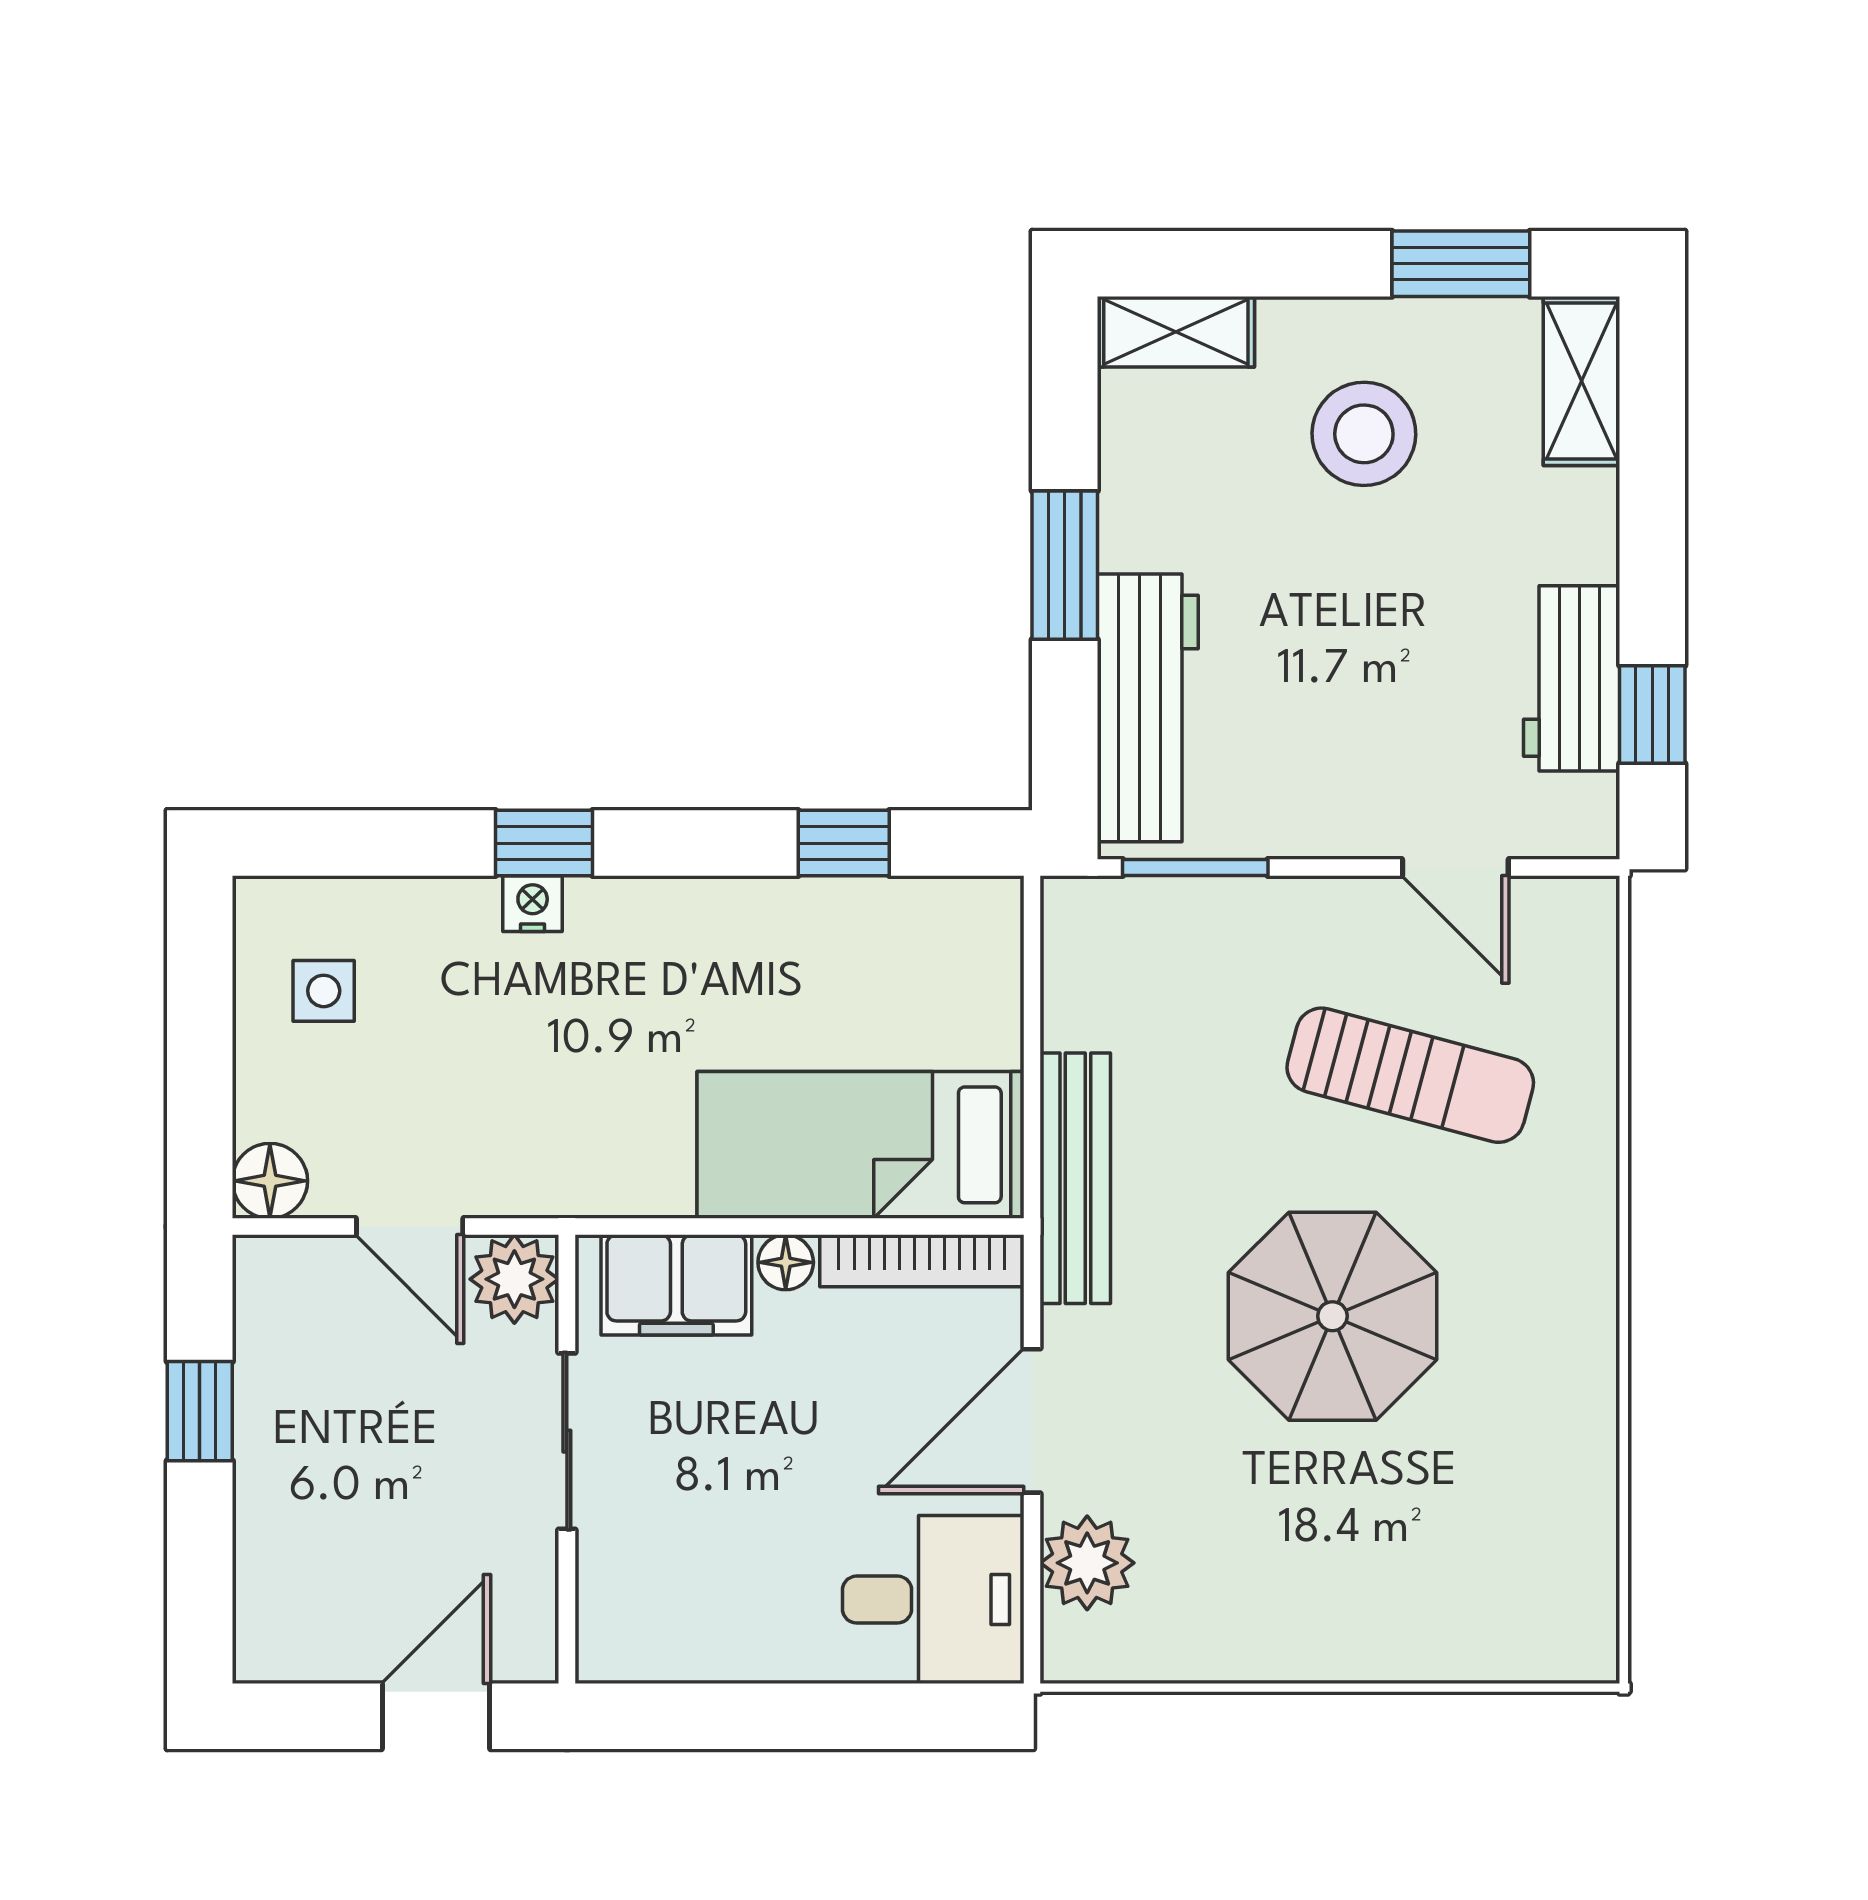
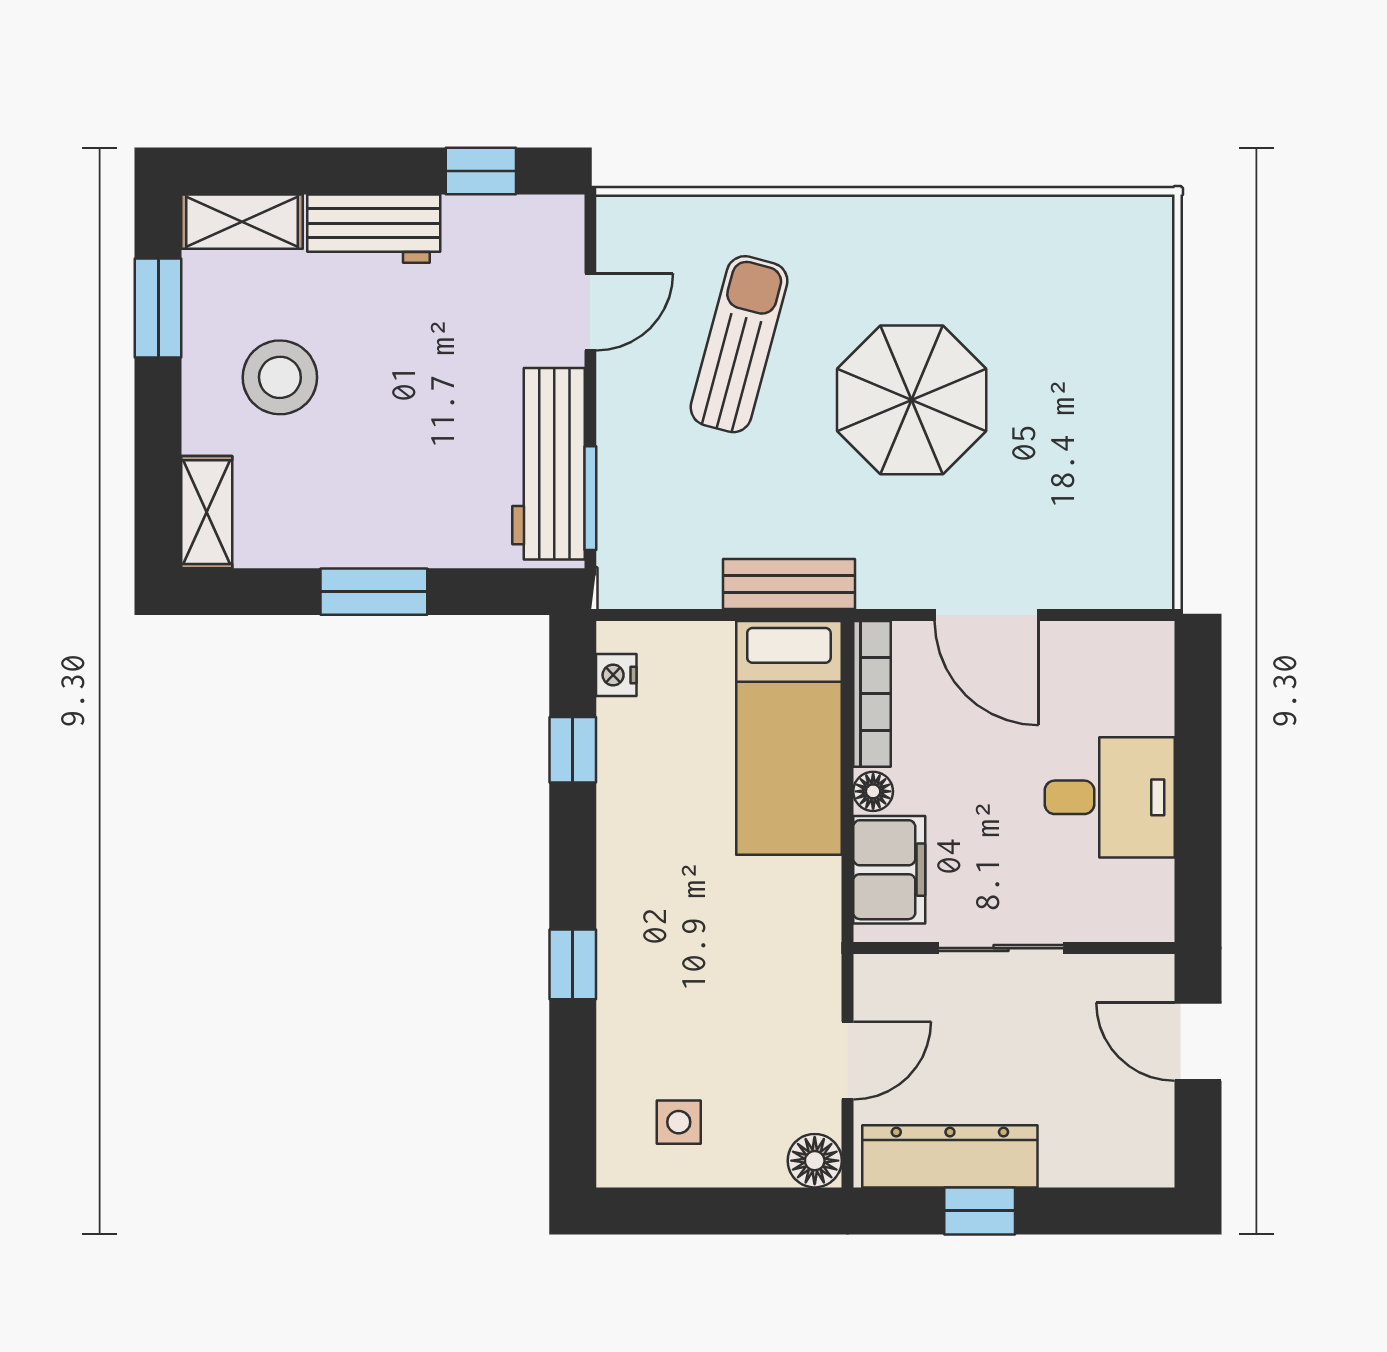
workbench: (1572, 678) -> (374, 229), moved
workbench: (1148, 708) -> (548, 464), moved, turned -90
nightstand: (533, 904) -> (616, 675), moved
bench: (1075, 1178) -> (789, 584), width x0.73
plant: (514, 1279) -> (885, 986), removed
dresser: (276, 1370) -> (950, 1156), added
plant: (1087, 1563) -> (1088, 576), removed
desk: (933, 1600) -> (1110, 797), moved, turned 90

